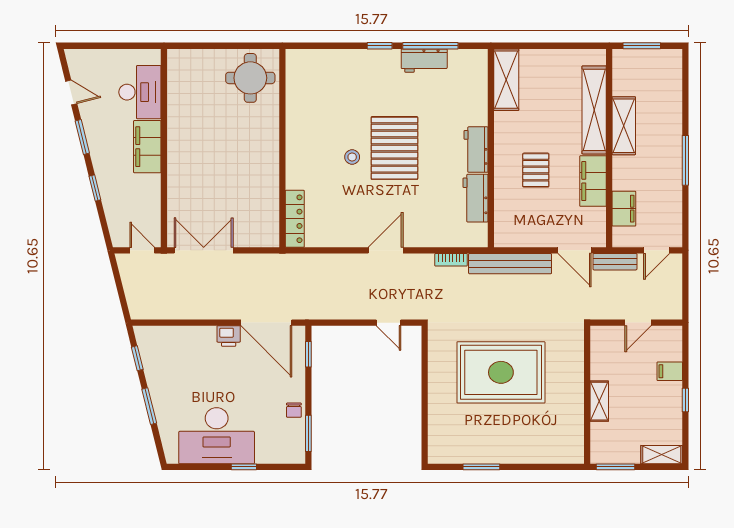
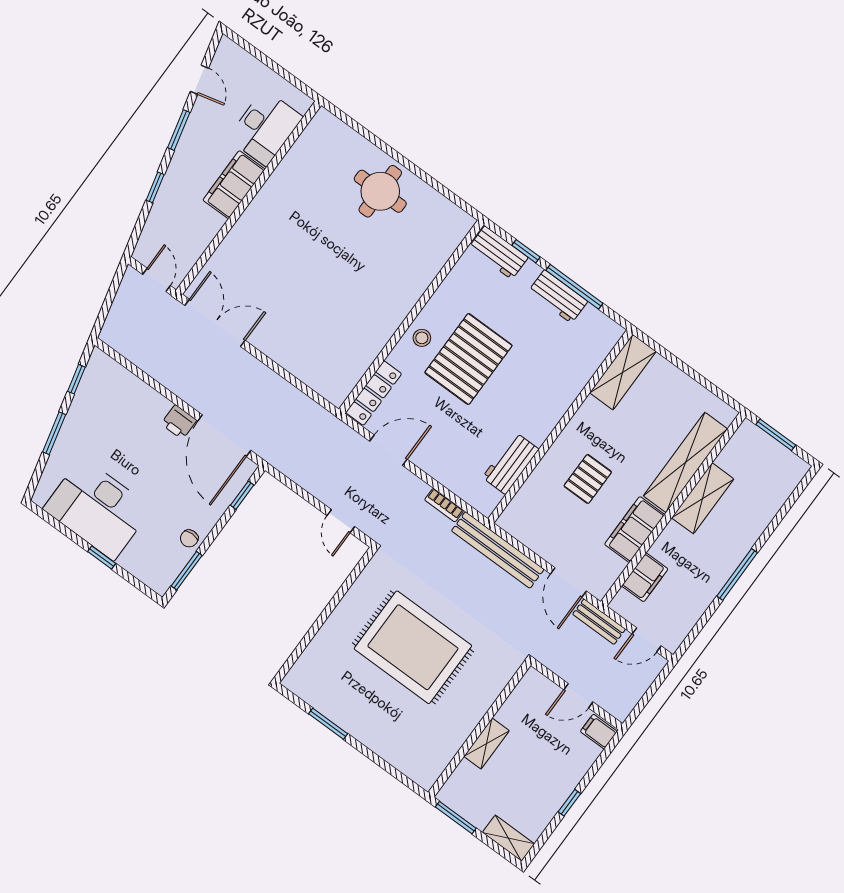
wall: (282, 148) -> (411, 317), moved
workbench: (476, 150) -> (498, 253), moved, turned -90
locker: (295, 219) -> (374, 393), moved
filing cabinet: (670, 371) -> (599, 732), moved

